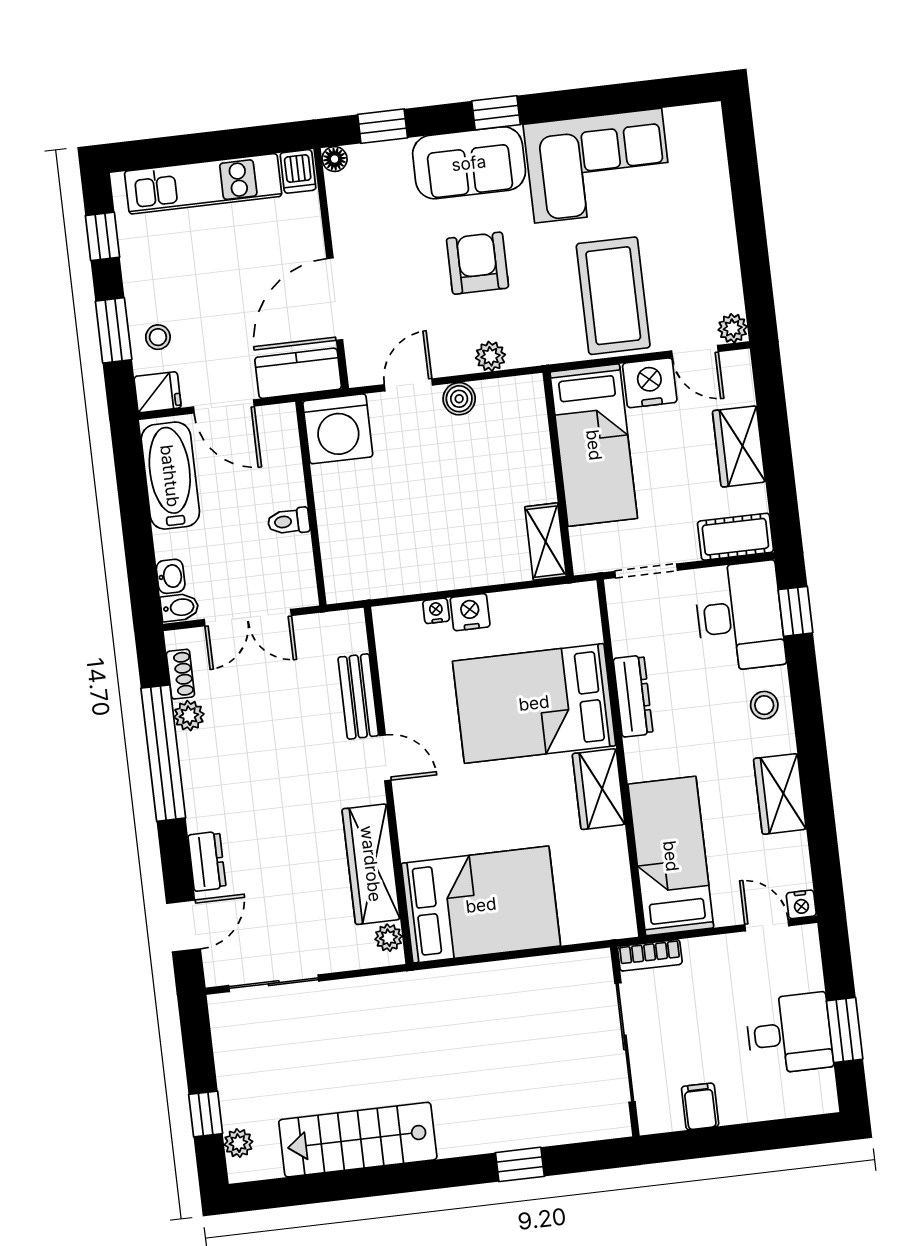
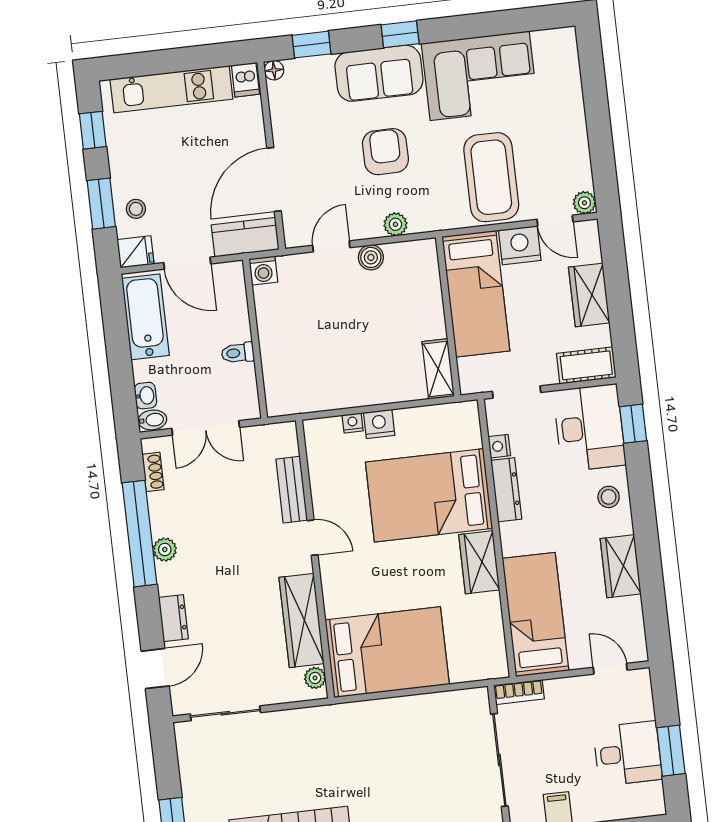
washing machine: (338, 429) -> (263, 270), width x0.53, depth x0.53
plant: (189, 716) -> (165, 550), moved
nightstand: (801, 904) -> (499, 446), moved, turned 90

